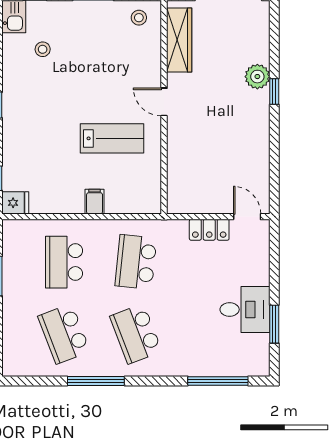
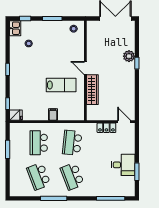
wardrobe: (179, 40) -> (92, 90), moved

